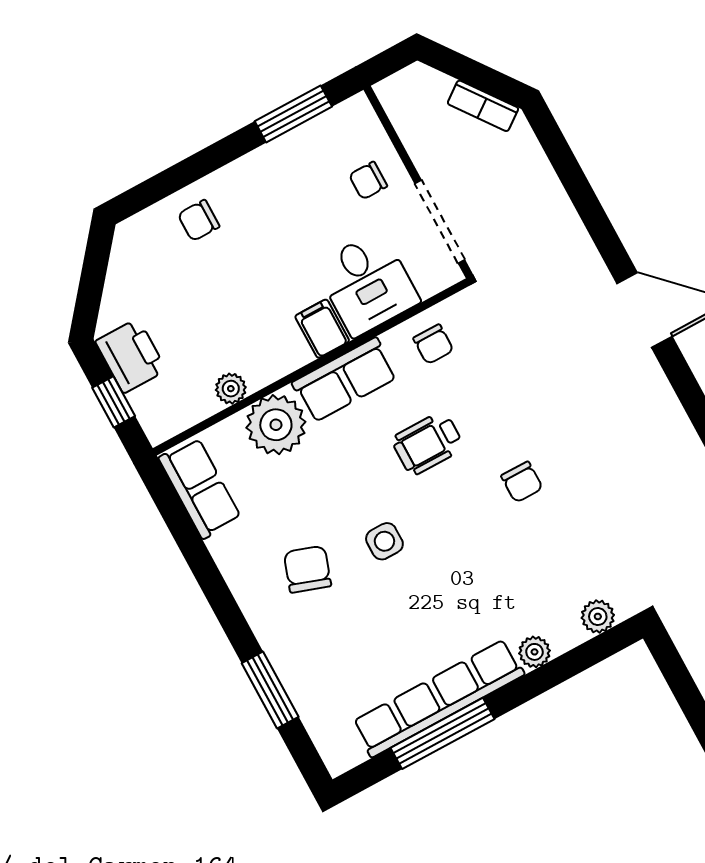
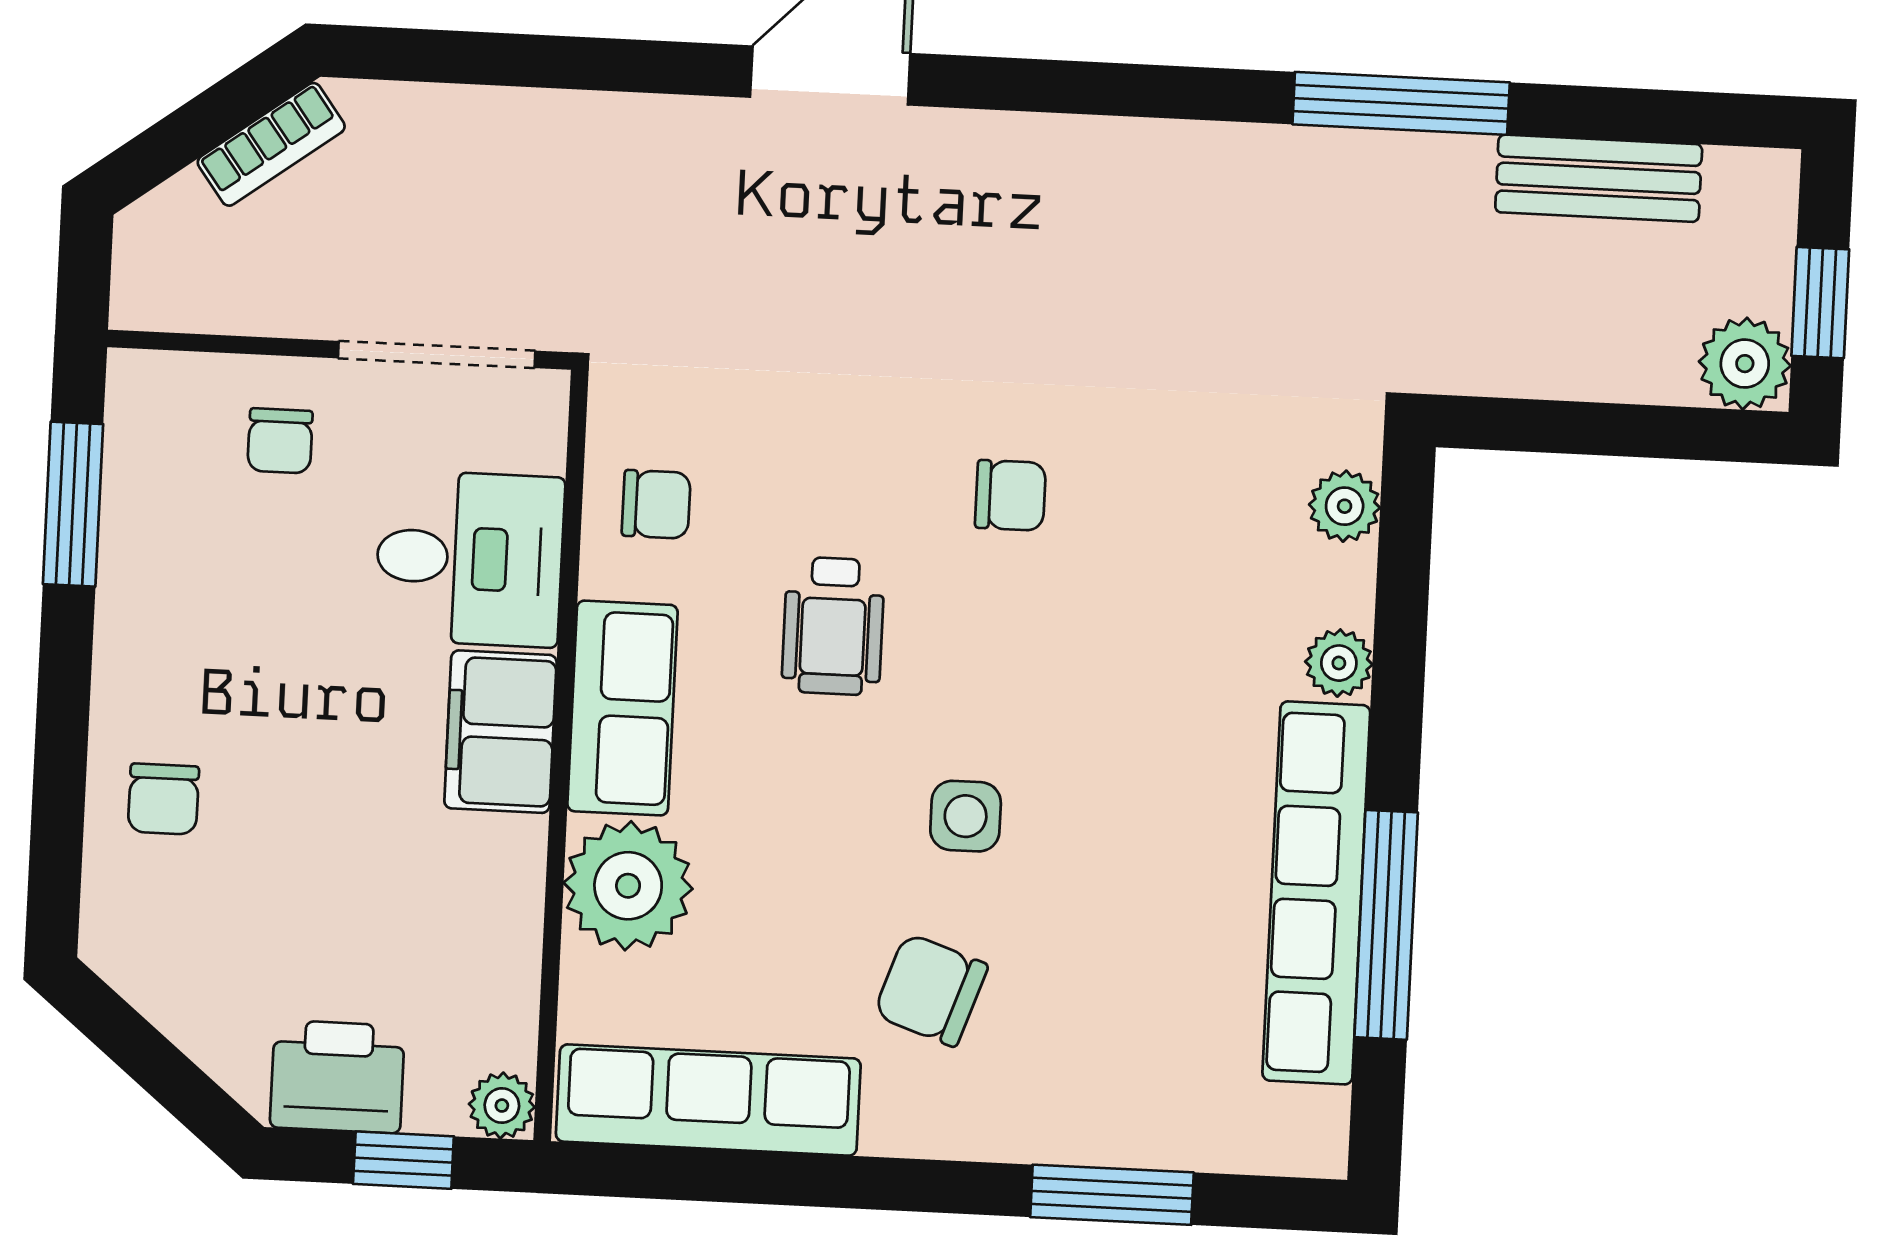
filing cabinet: (322, 329) -> (500, 732), width x2.00
plant: (231, 389) -> (502, 1106), moved
row of seats: (200, 488) -> (708, 1100), width x1.48

